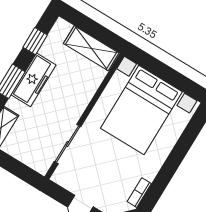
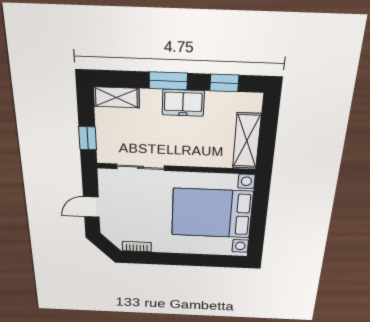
freezer: (33, 80) -> (183, 103), width x0.71
window: (20, 170) -> (88, 138), added

